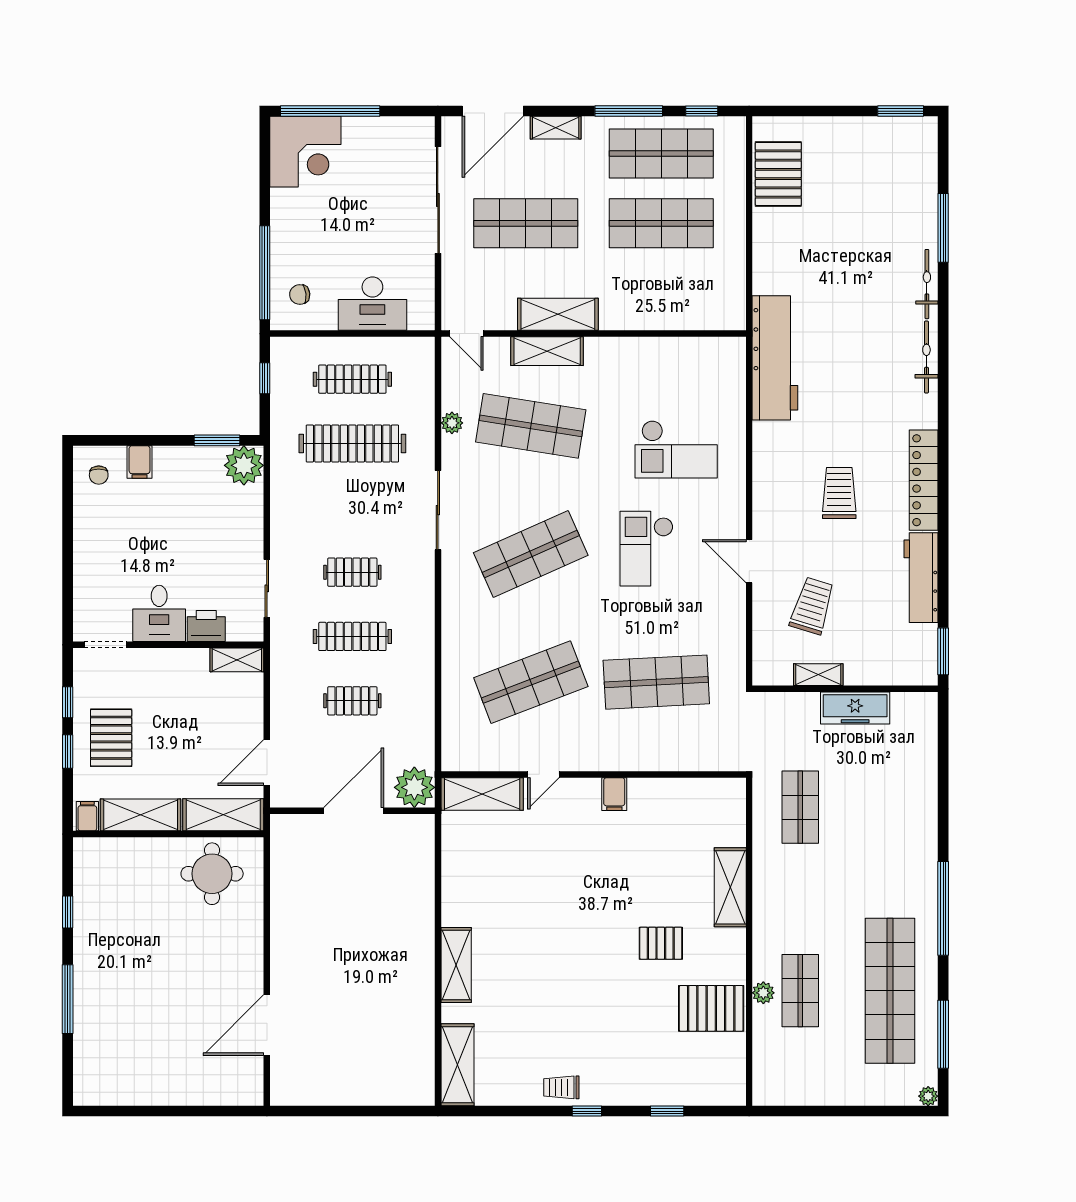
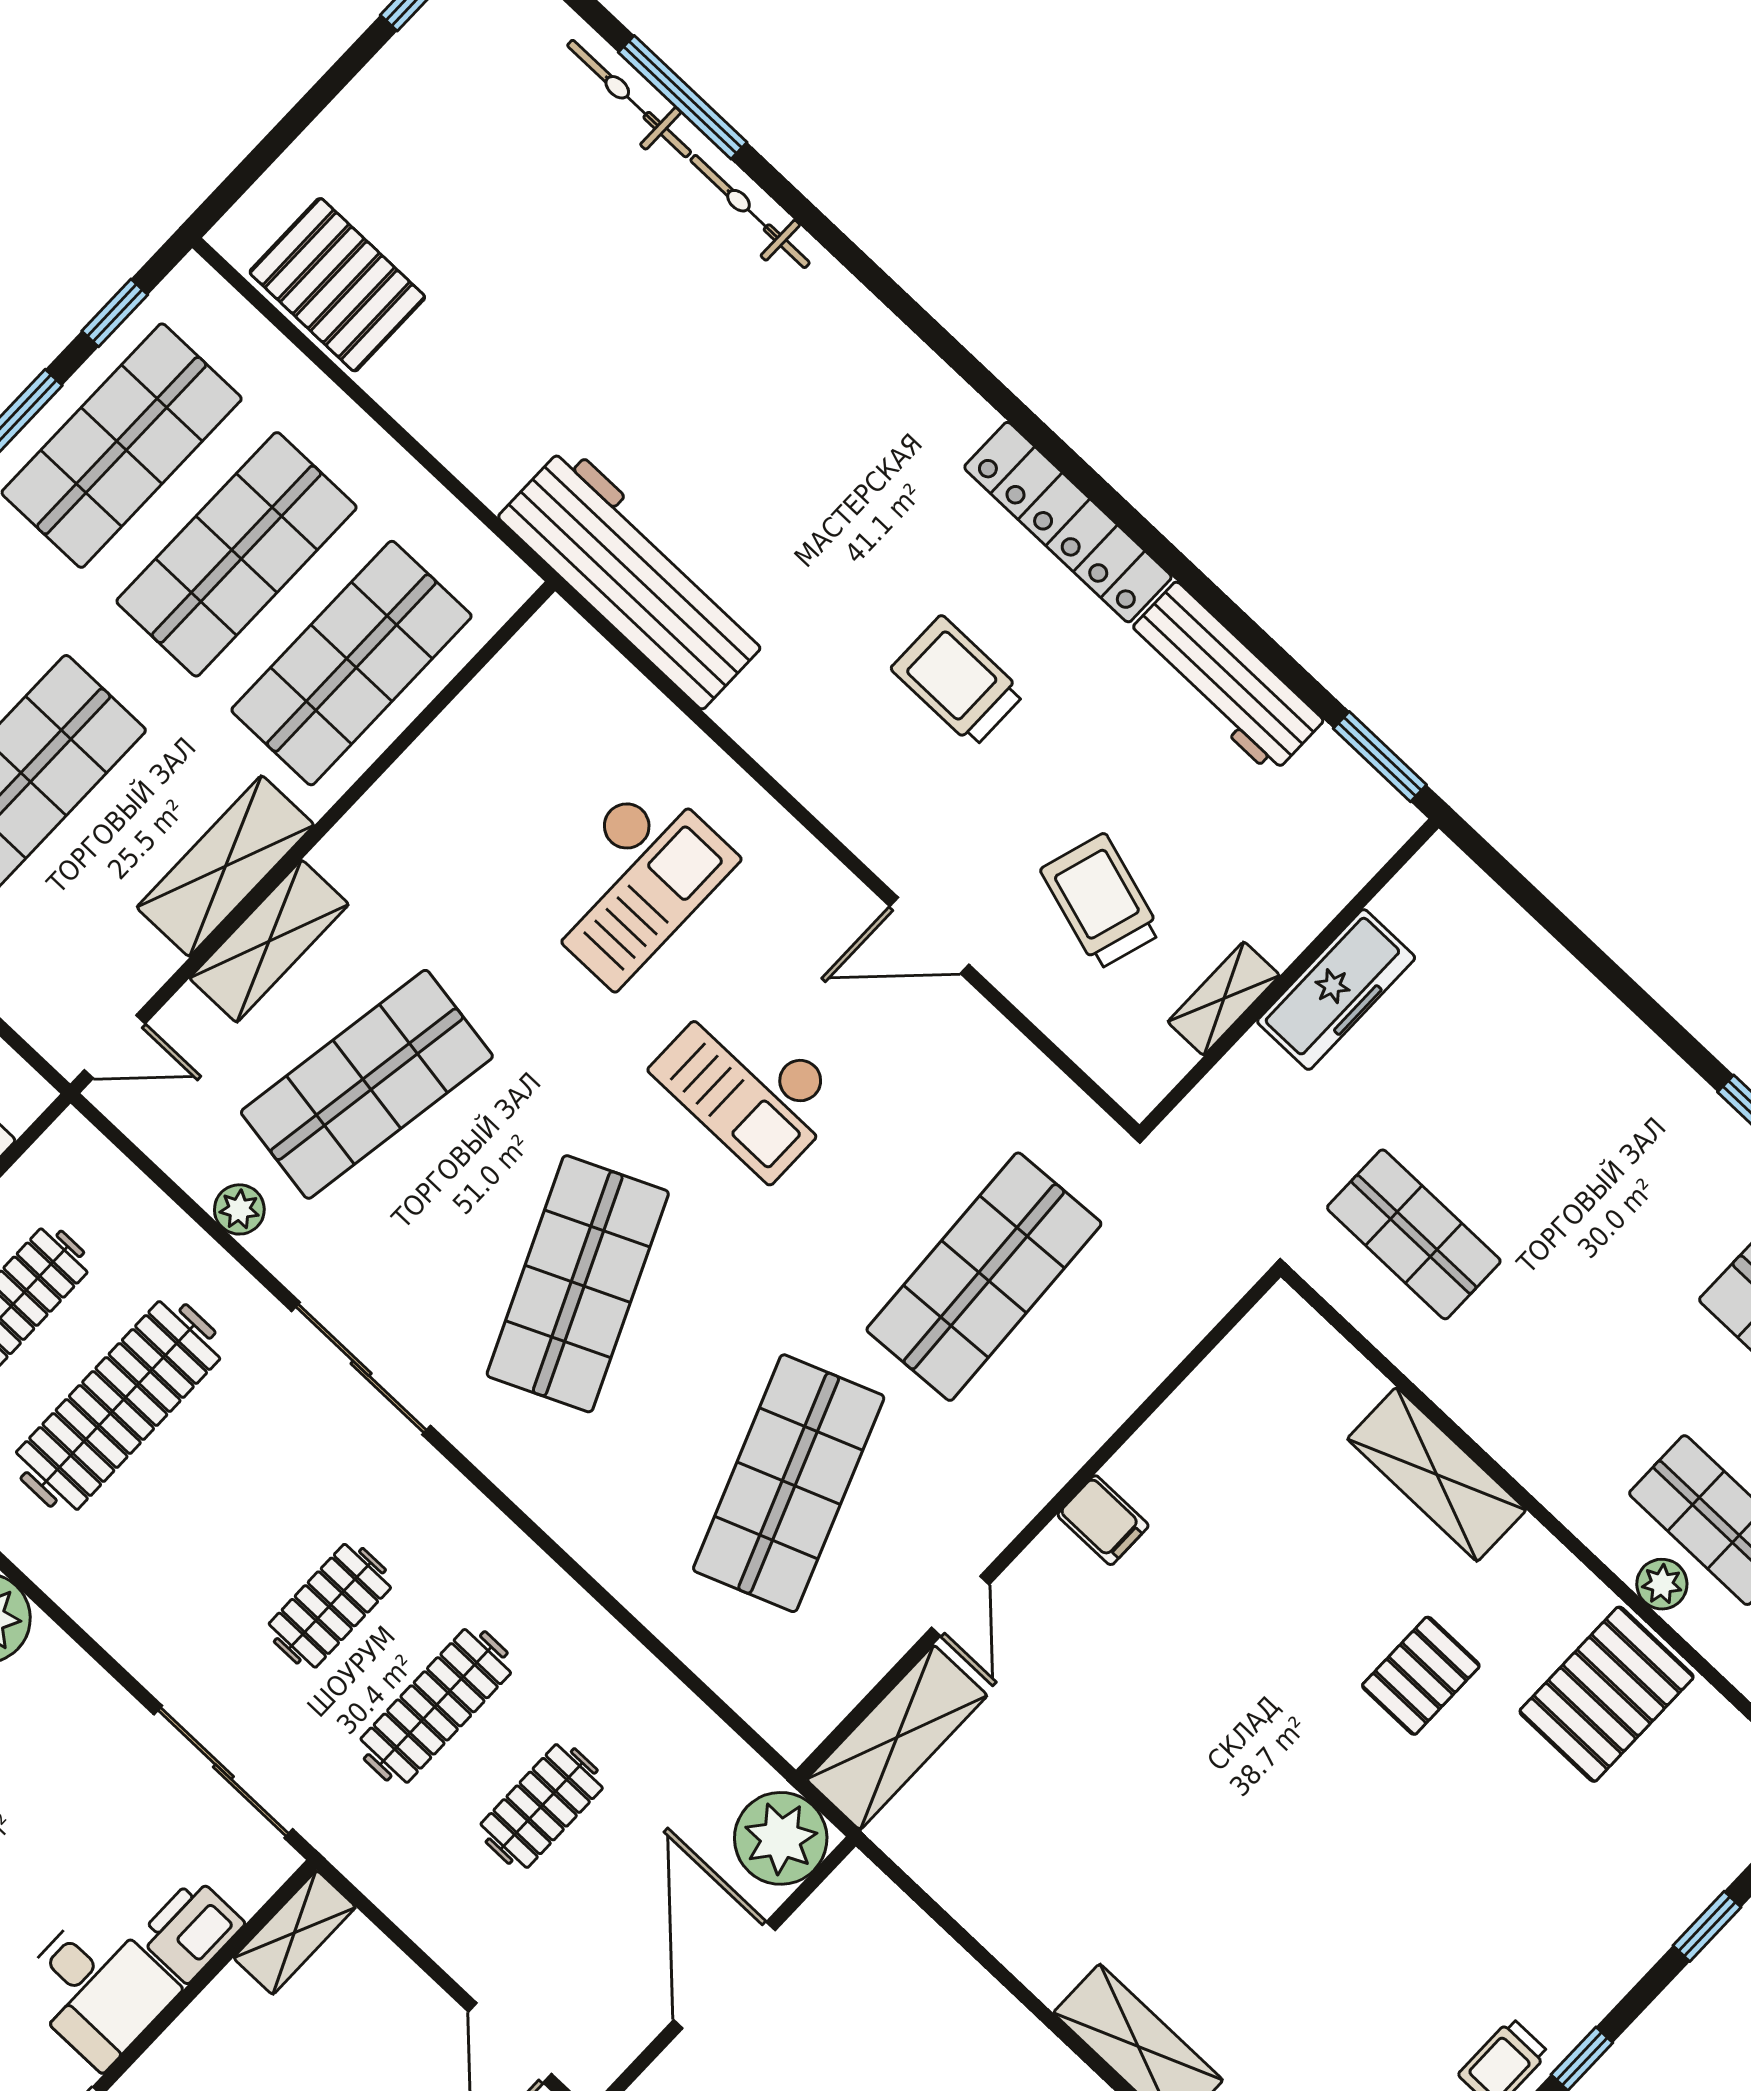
shop shelf: (661, 293) -> (351, 663), added
bicycle: (926, 357) -> (629, 99), moved
sliding door: (267, 588) -> (223, 1772), width x1.37

